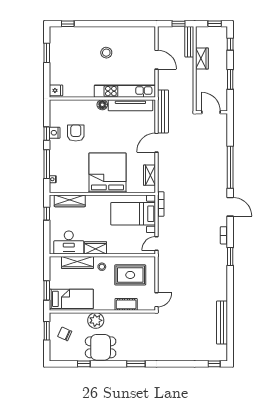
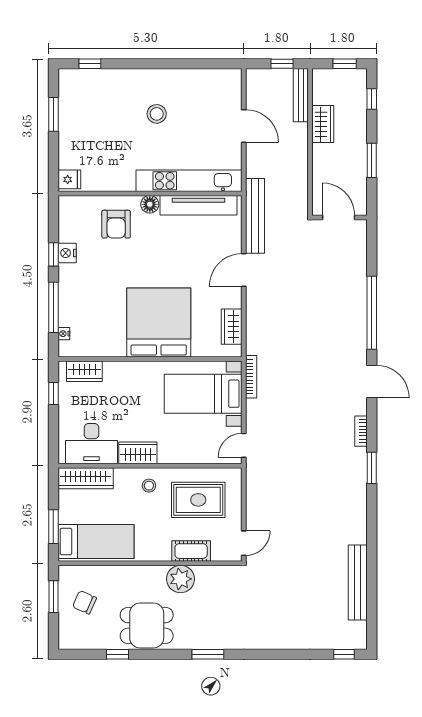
armchair: (76, 133) -> (116, 224), moved, turned 180
wardrobe: (70, 201) -> (84, 371), width x0.67
wardrobe: (77, 262) -> (86, 478), moved
plant: (96, 320) -> (181, 579), moved

